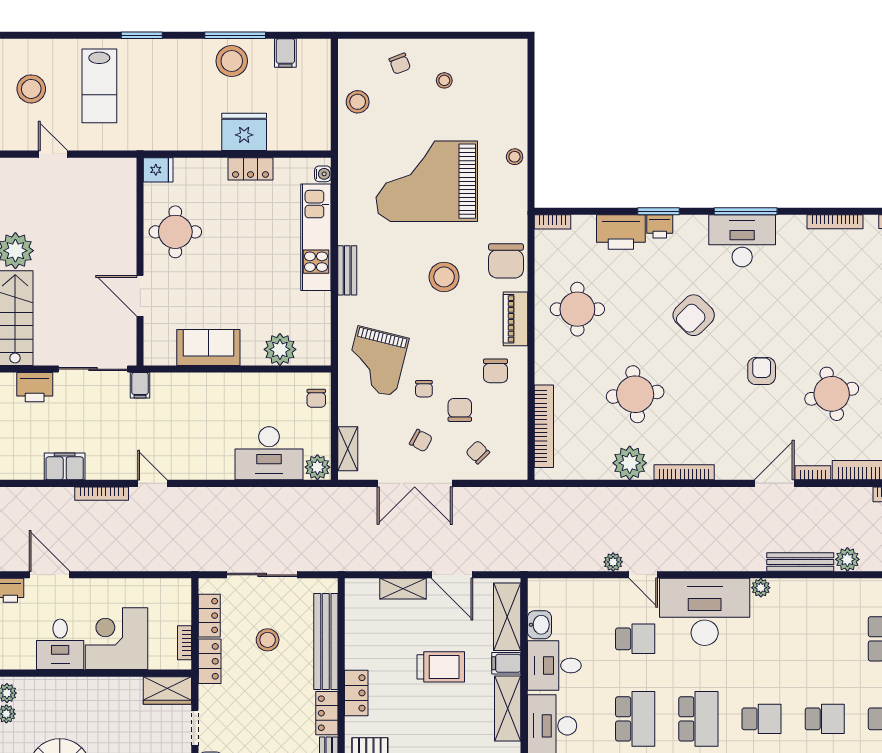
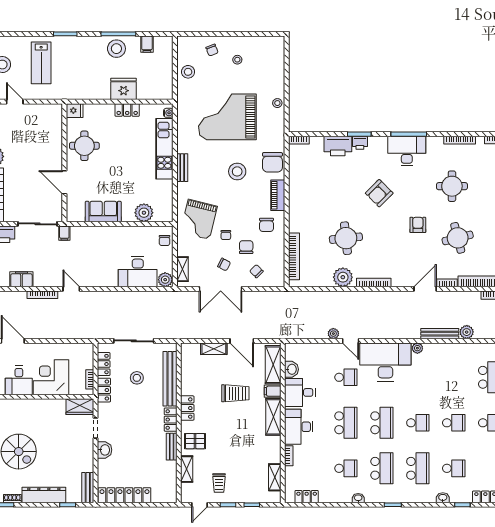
round table: (577, 309) -> (452, 186), moved

